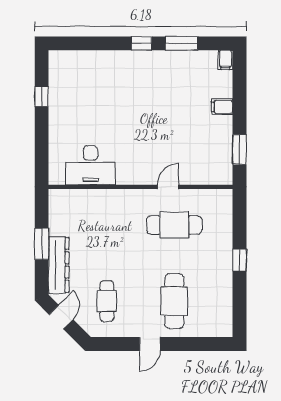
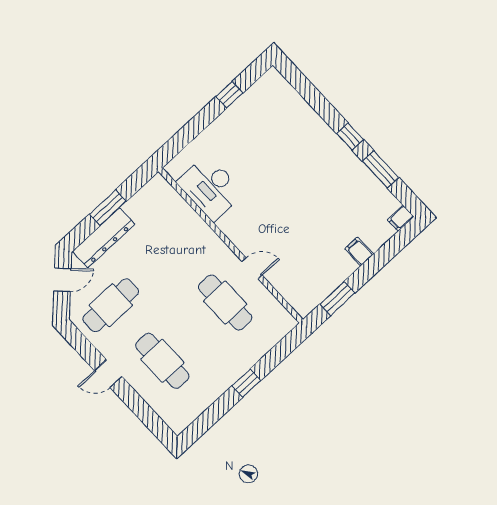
cafe table: (107, 301) -> (111, 305), width x1.37, depth x1.35
cafe table: (174, 301) -> (162, 361), turned 90

